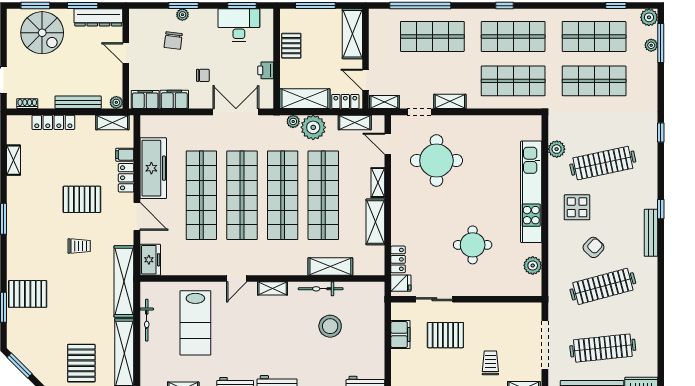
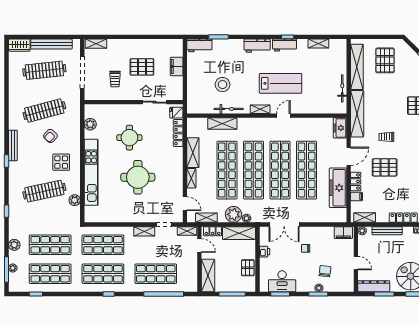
plant: (649, 17) -> (14, 245), moved
filing cabinet: (174, 99) -> (324, 233), removed
round table: (436, 161) -> (138, 177), moved
door: (137, 216) -> (349, 156), swing flipped
locker: (398, 259) -> (178, 133), width x1.53
lab bench: (195, 323) -> (281, 83), moved, turned 90
filing cabinet: (400, 335) -> (177, 67), moved
pallet: (445, 335) -> (142, 67), moved
trolley: (490, 363) -> (115, 79), moved

